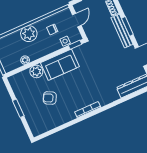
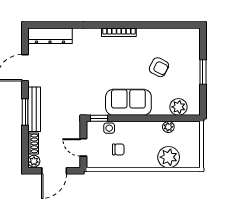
door: (77, 20) -> (83, 147), hinge flipped
plant: (29, 34) -> (169, 157), moved
plant: (36, 71) -> (178, 107), moved

